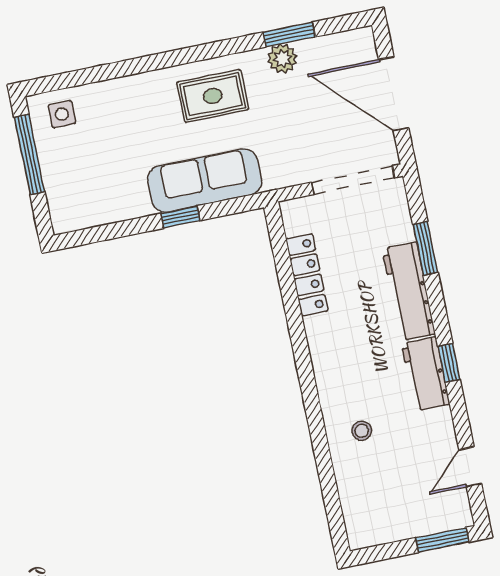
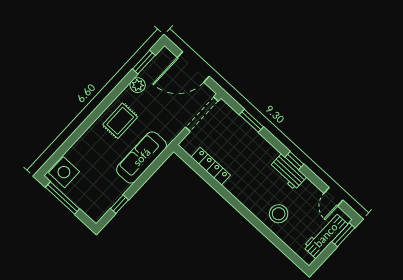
window: (289, 35) -> (144, 62), moved
side table: (62, 114) -> (64, 172), width x1.87, depth x1.87
window: (180, 217) -> (120, 204), moved
workbench: (409, 291) -> (326, 235), moved, turned 90
stool: (362, 431) -> (279, 214), width x1.89, depth x1.89

